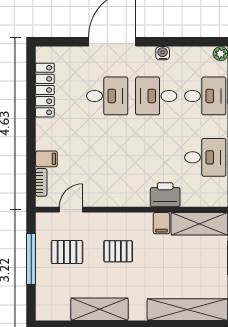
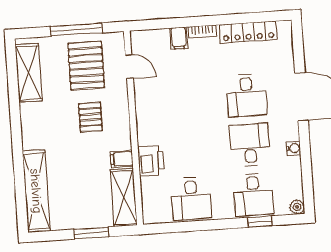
bookcase: (41, 182) -> (202, 31), moved
pallet: (67, 252) -> (86, 65), width x1.50, depth x1.42
shelving: (100, 309) -> (29, 73), moved

